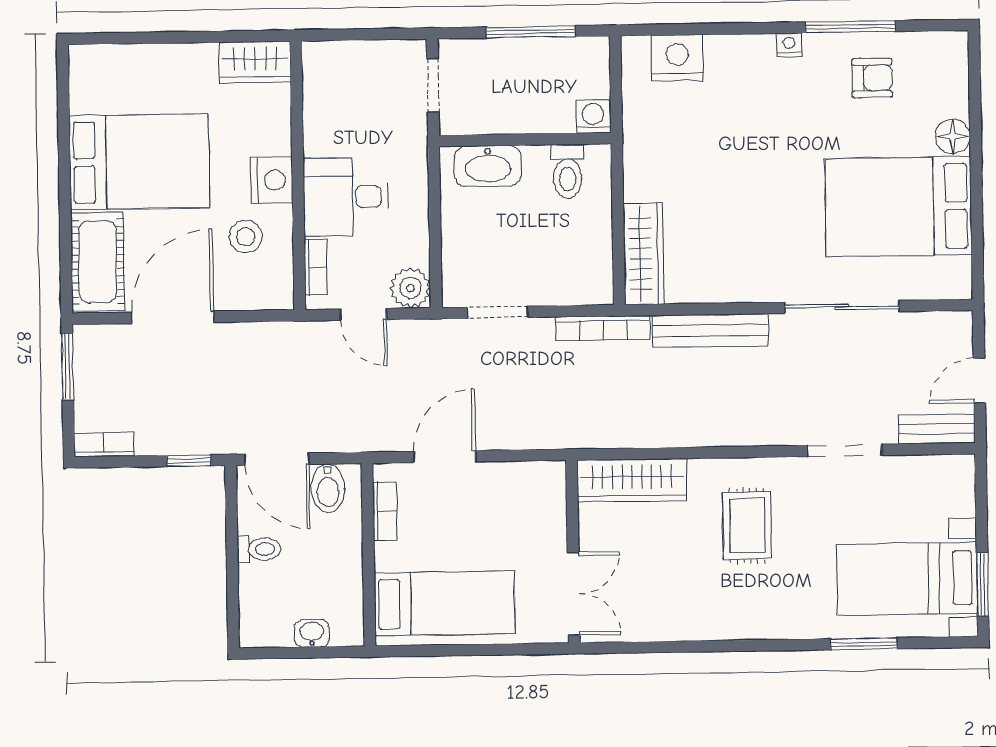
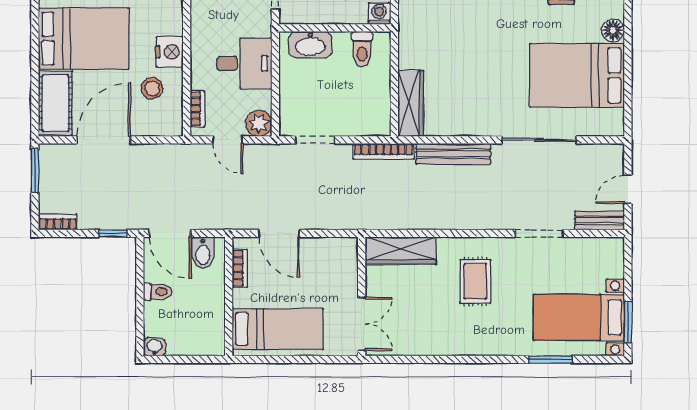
desk: (346, 197) -> (244, 63), moved, turned 180
door: (445, 457) -> (279, 233), swing flipped
washbasin: (312, 633) -> (155, 347), moved

